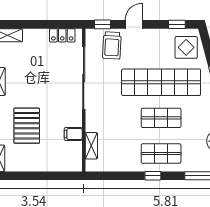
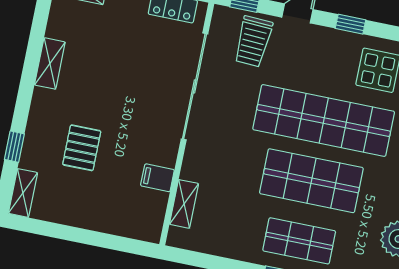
window: (177, 24) -> (350, 24), moved
shop shelf: (161, 118) -> (311, 181), width x1.43, depth x1.36
pallet: (27, 126) -> (82, 148), width x0.67, depth x0.71

